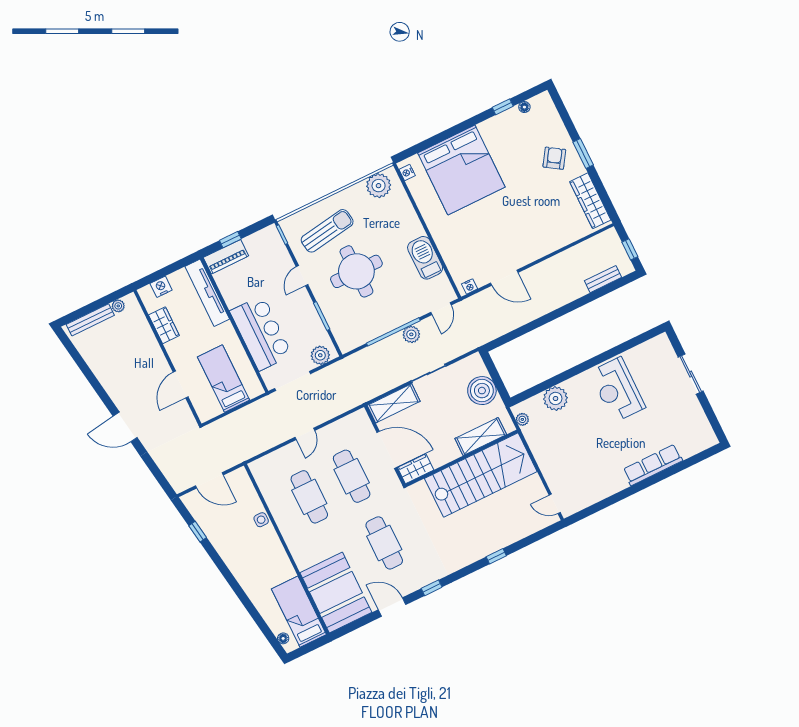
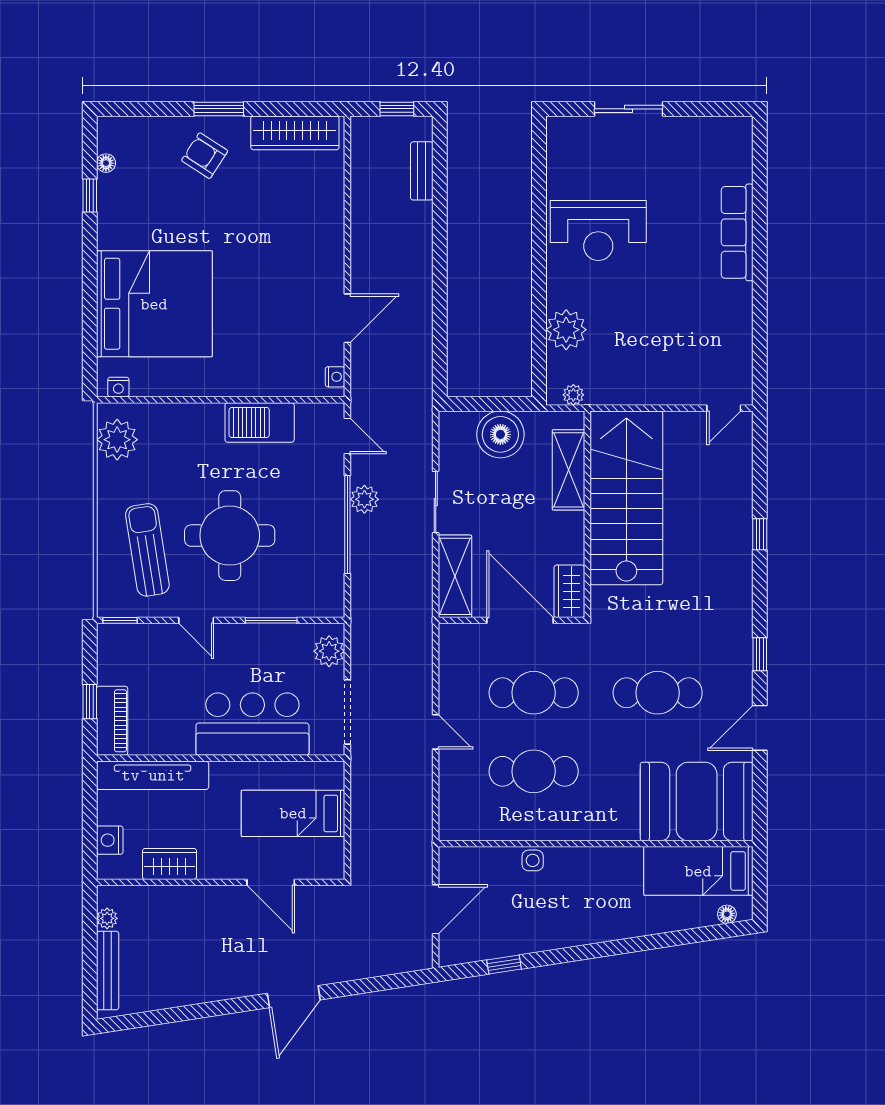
door: (387, 450) -> (520, 620), hinge flipped

